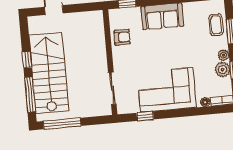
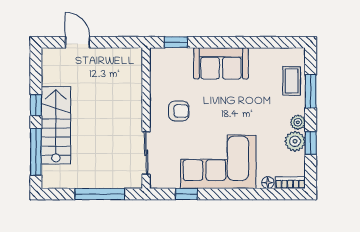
armchair: (122, 37) -> (179, 111), moved
stairs: (49, 73) -> (56, 125), width x0.73, depth x0.66
window: (62, 123) -> (100, 194), moved

